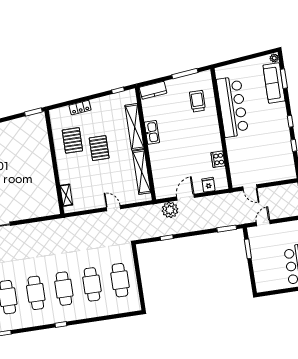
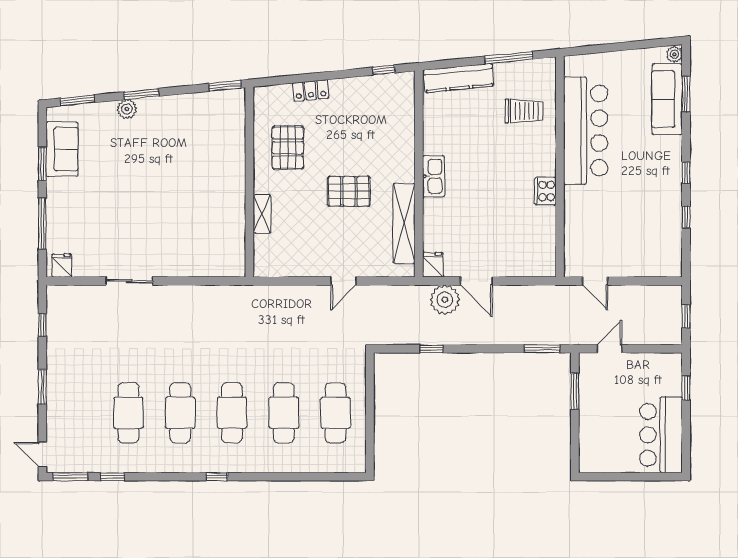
kitchen counter: (153, 90) -> (458, 78), width x1.50
trolley: (197, 101) -> (524, 111), turned 90
shelving: (135, 127) -> (404, 140), removed
kitchen sink: (152, 132) -> (433, 176), moved
pallet: (99, 148) -> (349, 191), moved, turned 90
cooker: (218, 159) -> (545, 191), moved
fridge: (208, 185) -> (433, 265), moved
shelving: (66, 195) -> (262, 214), moved
door: (185, 197) -> (476, 281), swing flipped
door: (113, 208) -> (343, 281), swing flipped

